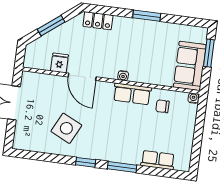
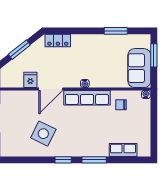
window: (147, 16) -> (116, 31), moved
door: (82, 77) -> (51, 89), hinge flipped
row of seats: (132, 94) -> (87, 98), width x1.48

